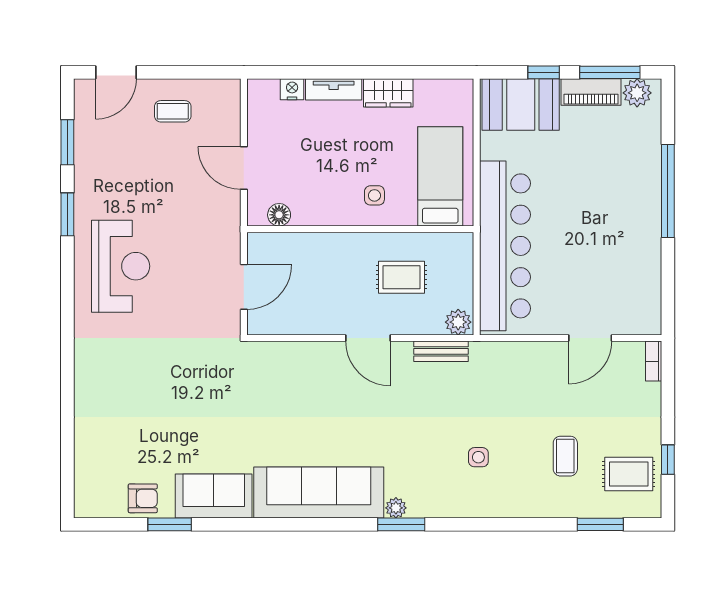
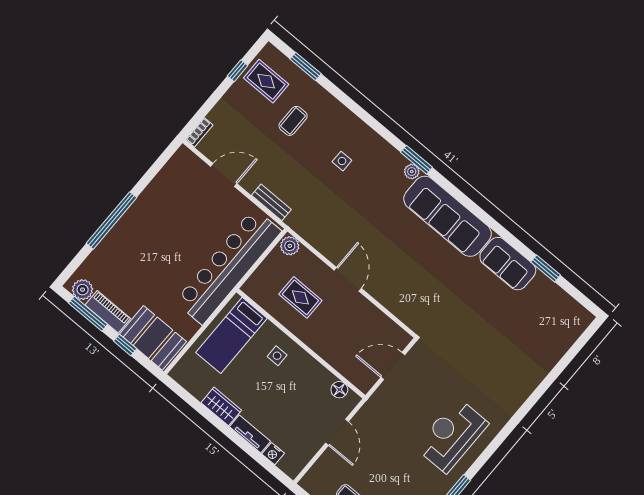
bench: (441, 351) -> (271, 202), moved
armchair: (143, 498) -> (548, 296), removed

